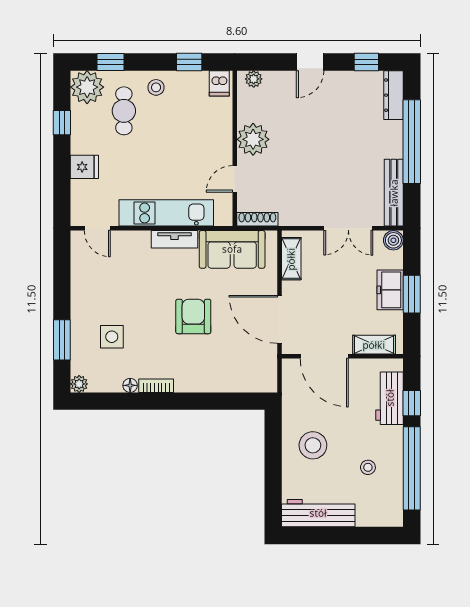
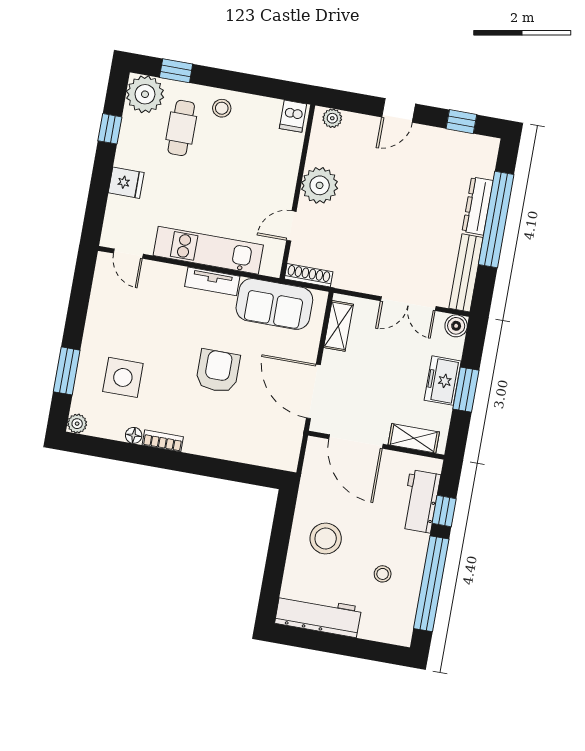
window: (189, 62) -> (264, 86), removed
dresser: (394, 95) -> (478, 206), moved
side table: (112, 337) -> (123, 377), width x1.37, depth x1.37

